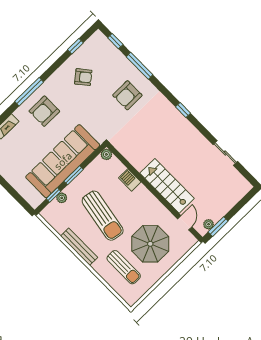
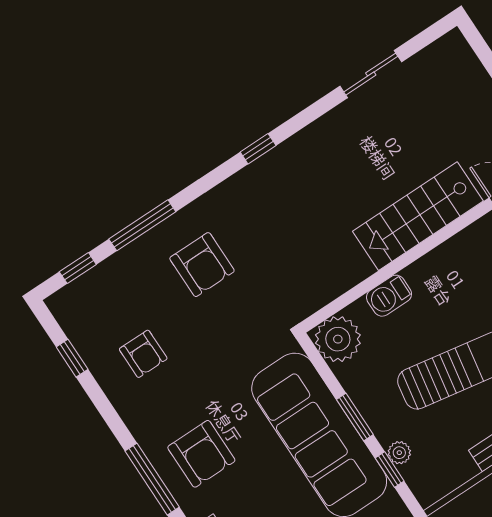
armchair: (83, 77) -> (143, 354), turned 129
plant: (106, 154) -> (338, 339), width x1.87, depth x1.87

